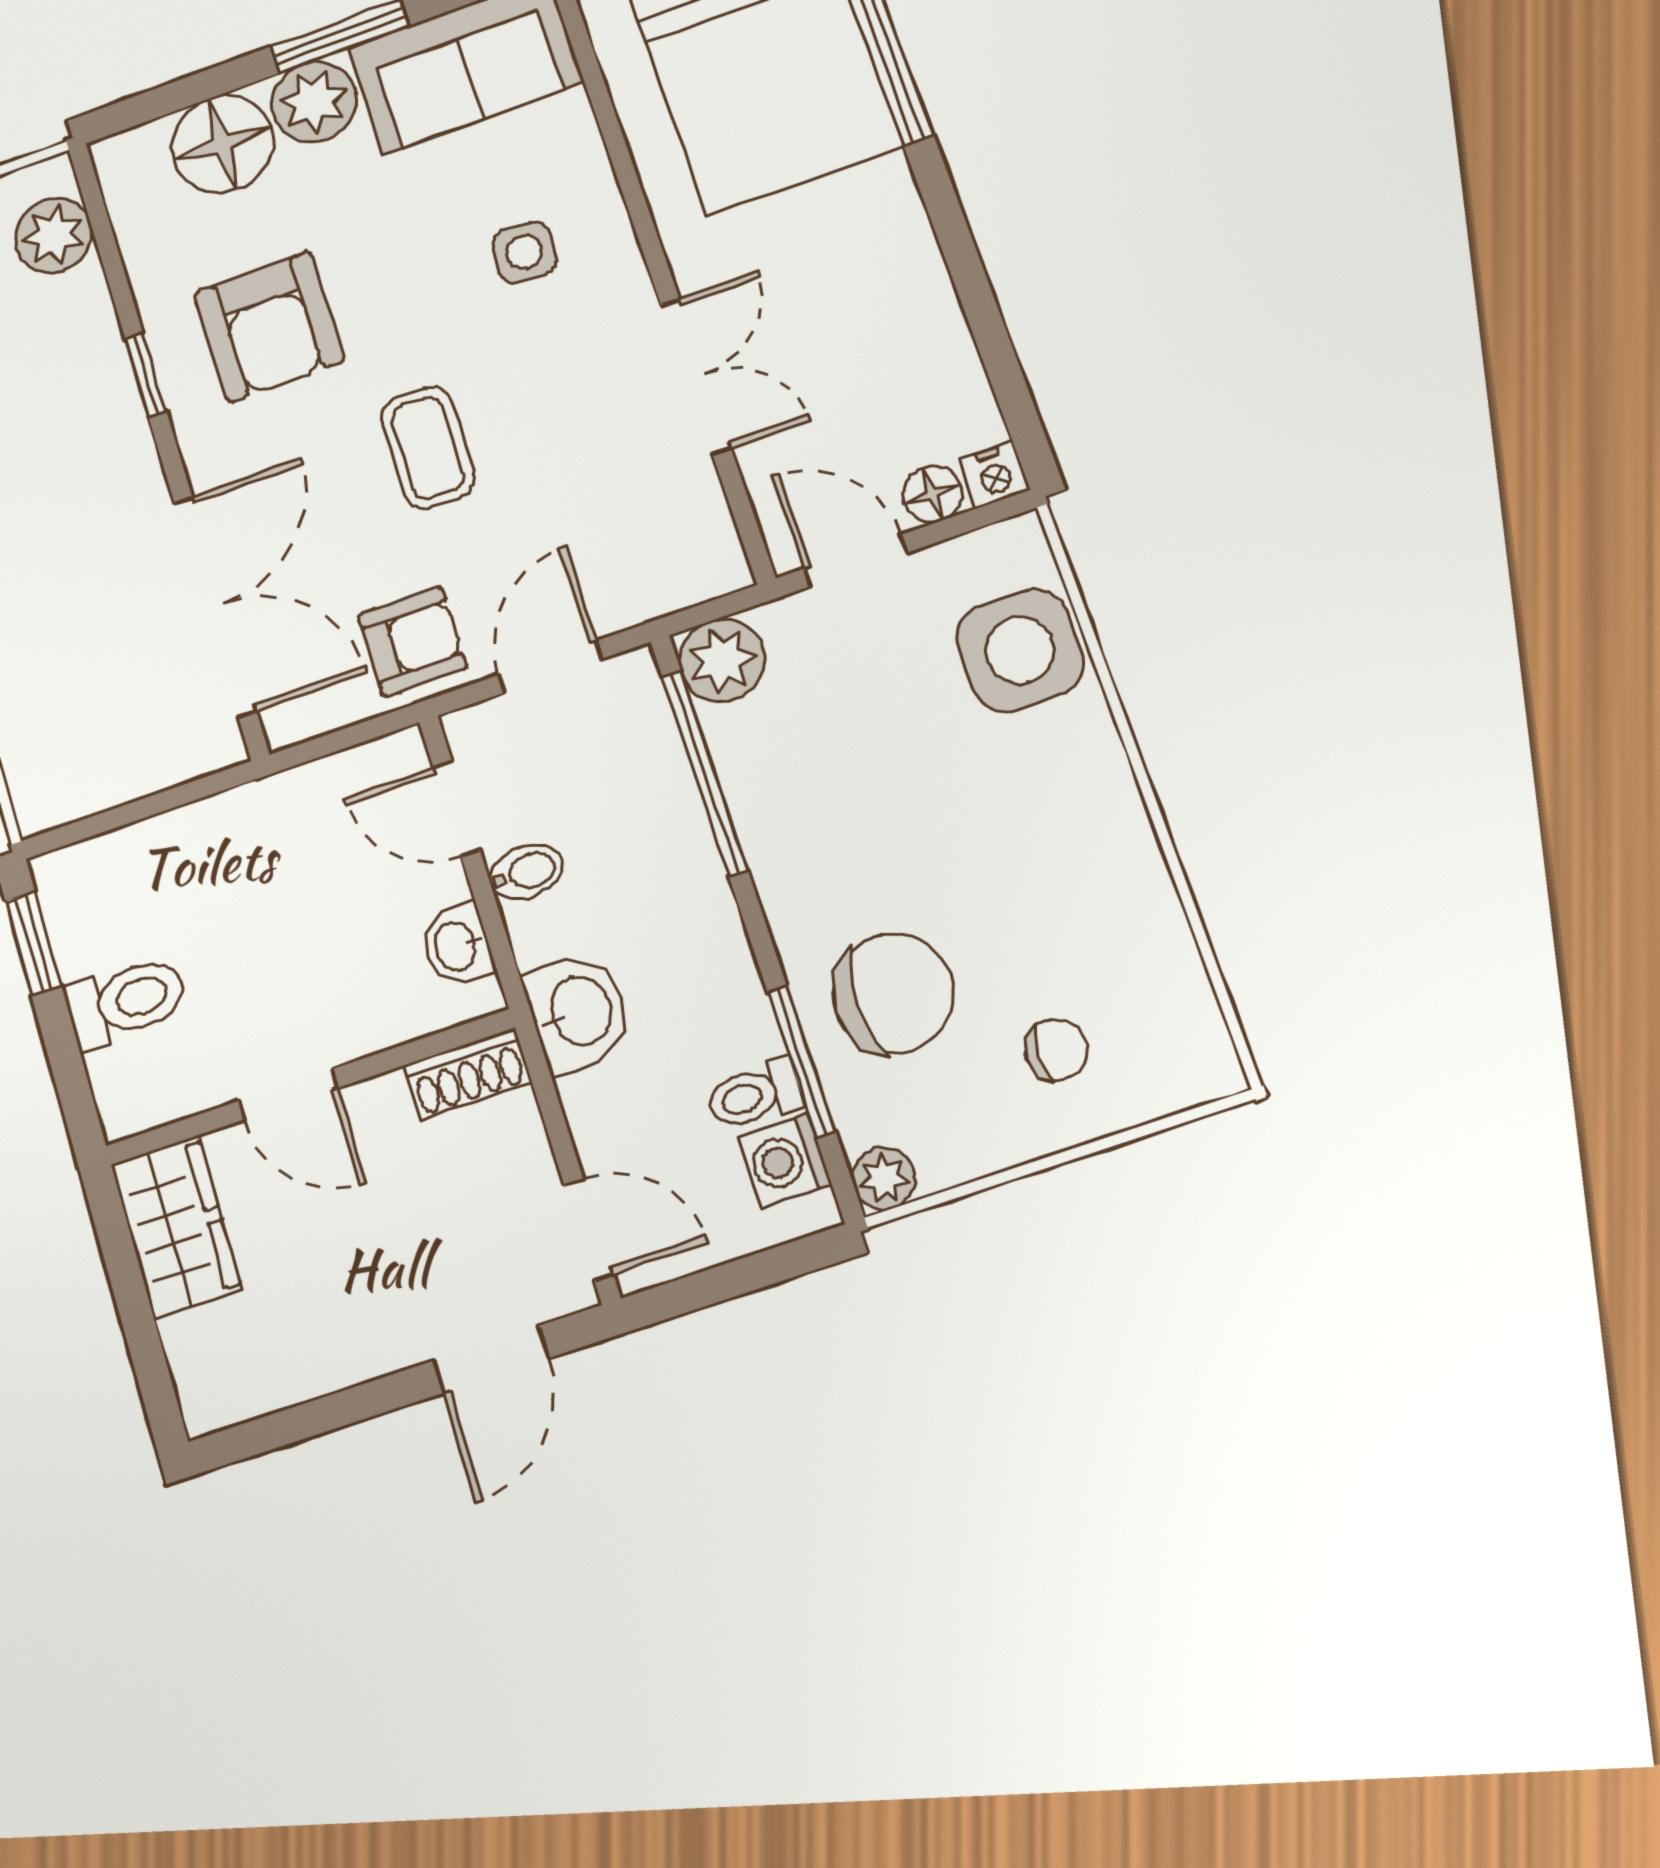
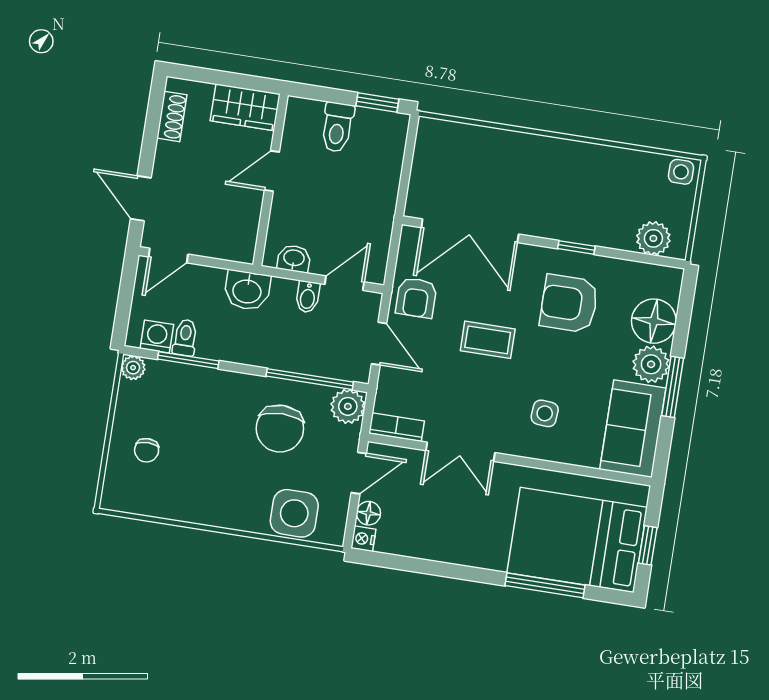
bookcase: (713, 535) -> (397, 427), added
chair: (893, 994) -> (280, 429), moved
shoe rack: (467, 1074) -> (172, 116), moved, turned 180

